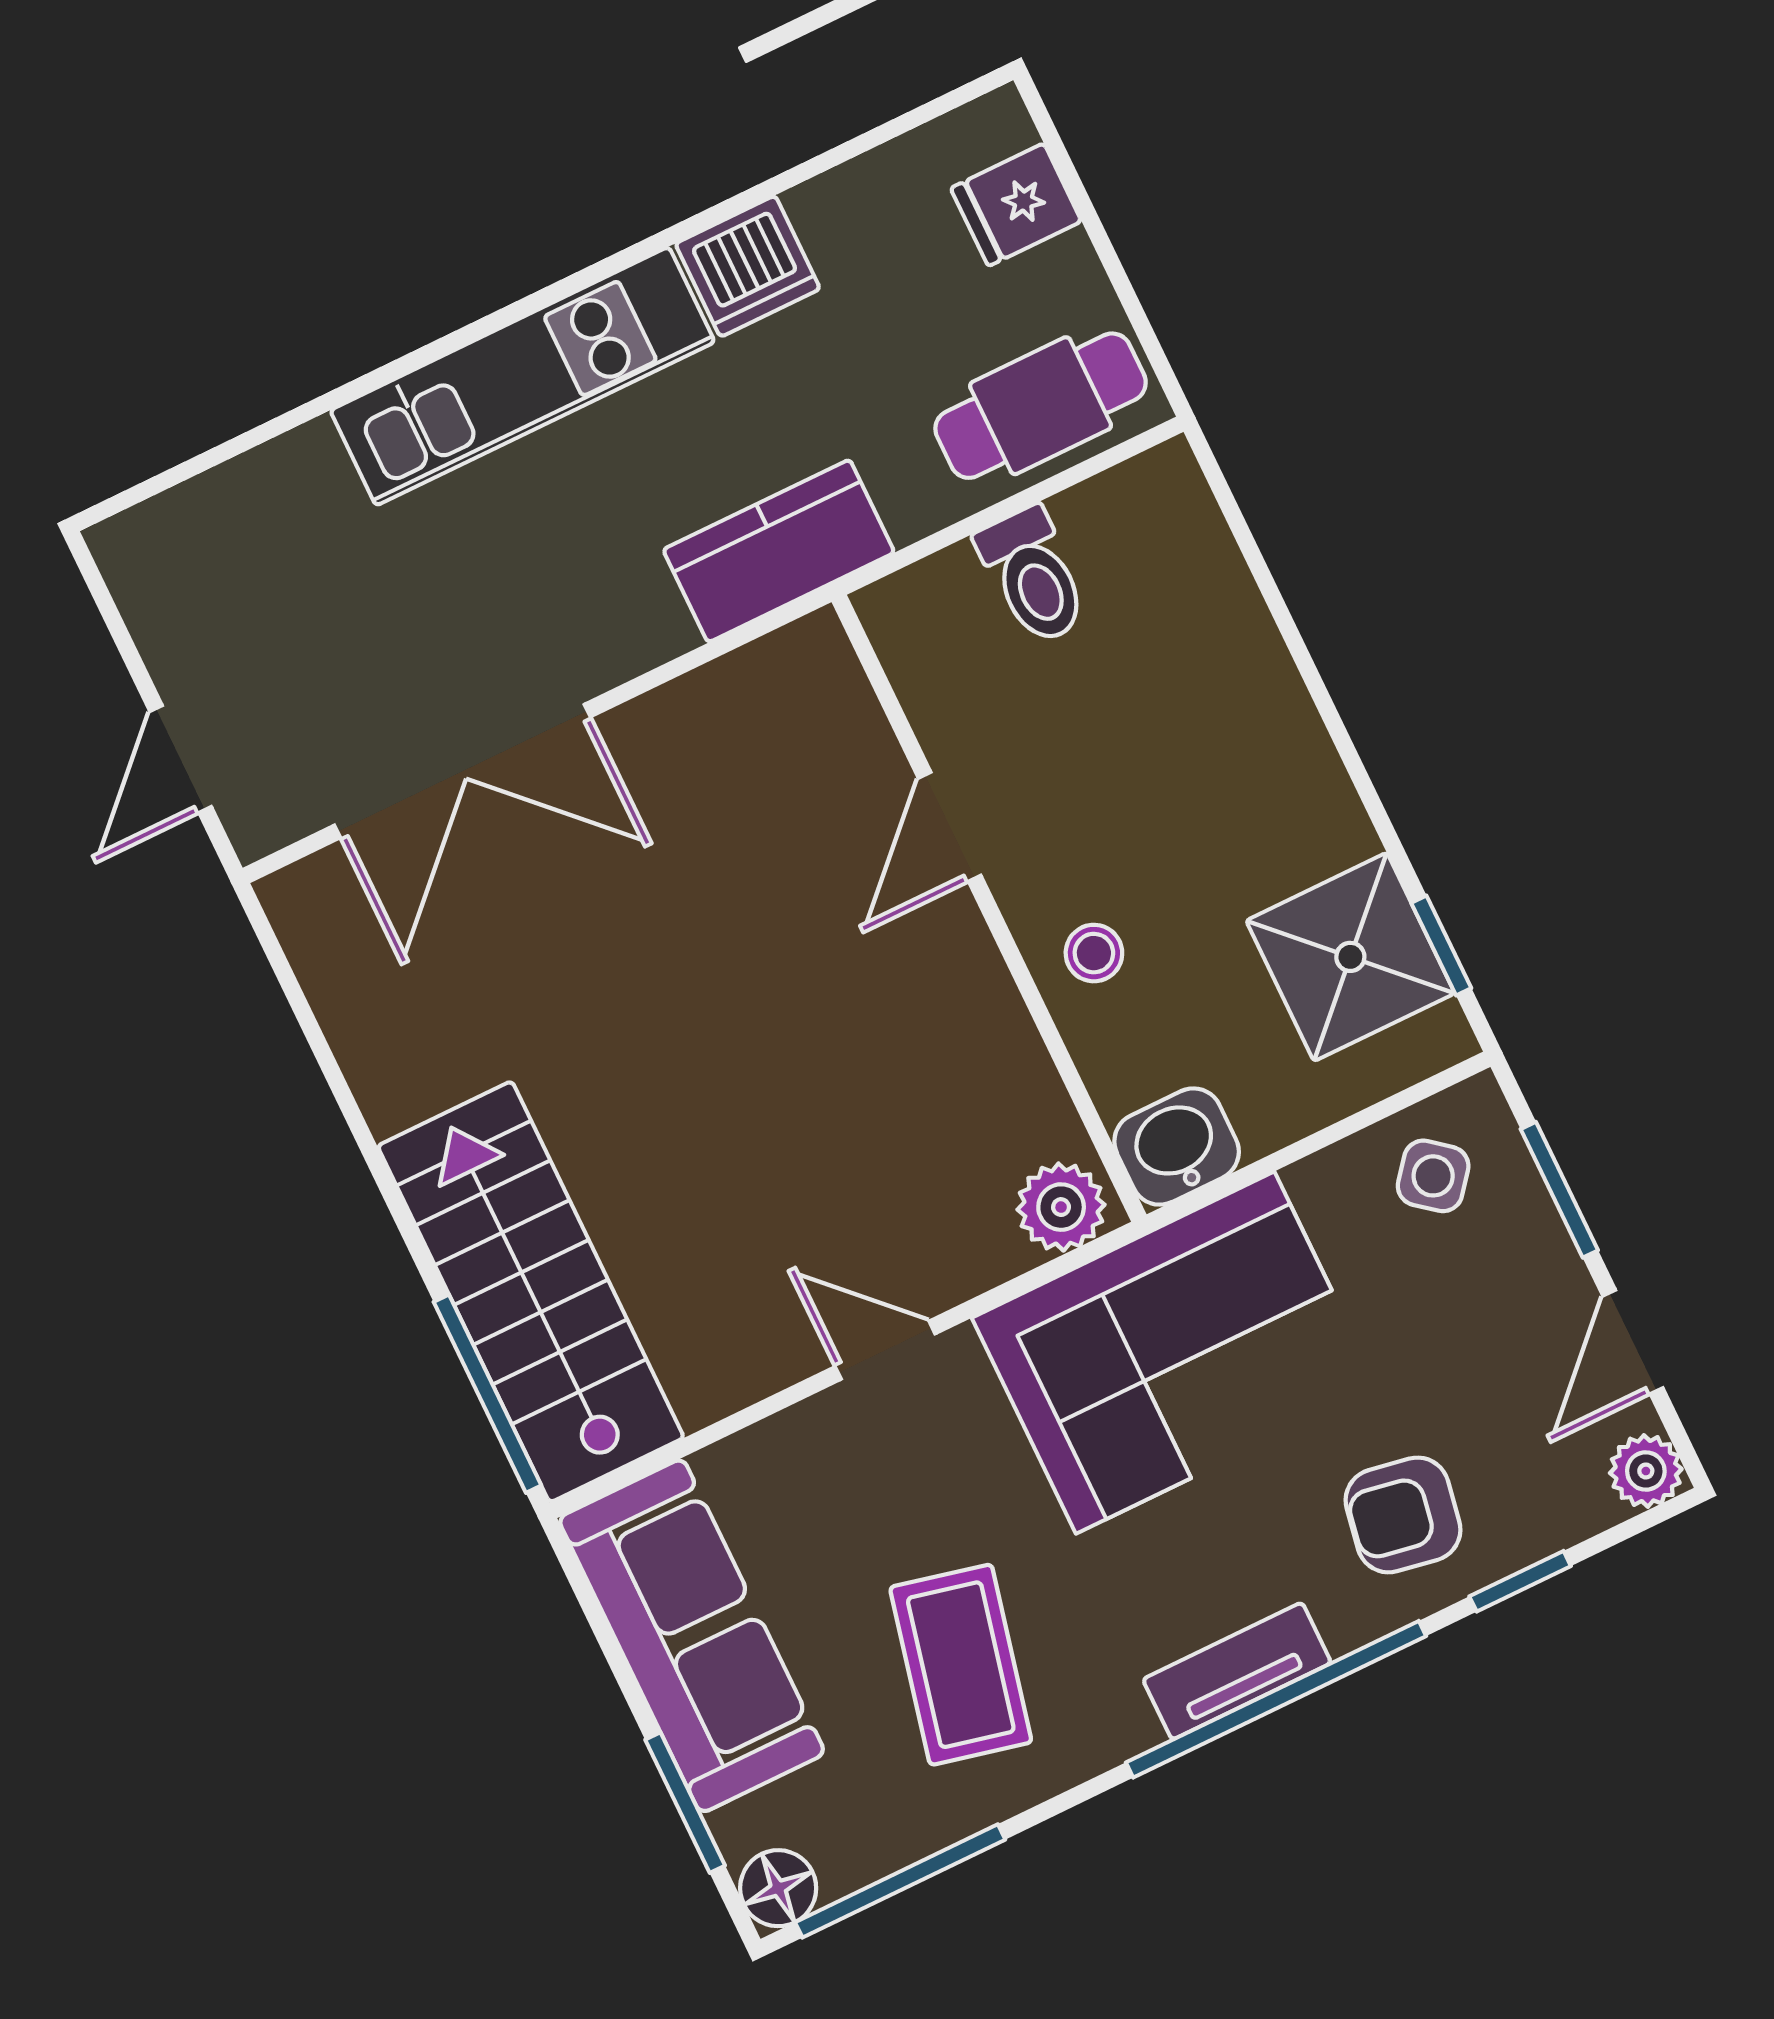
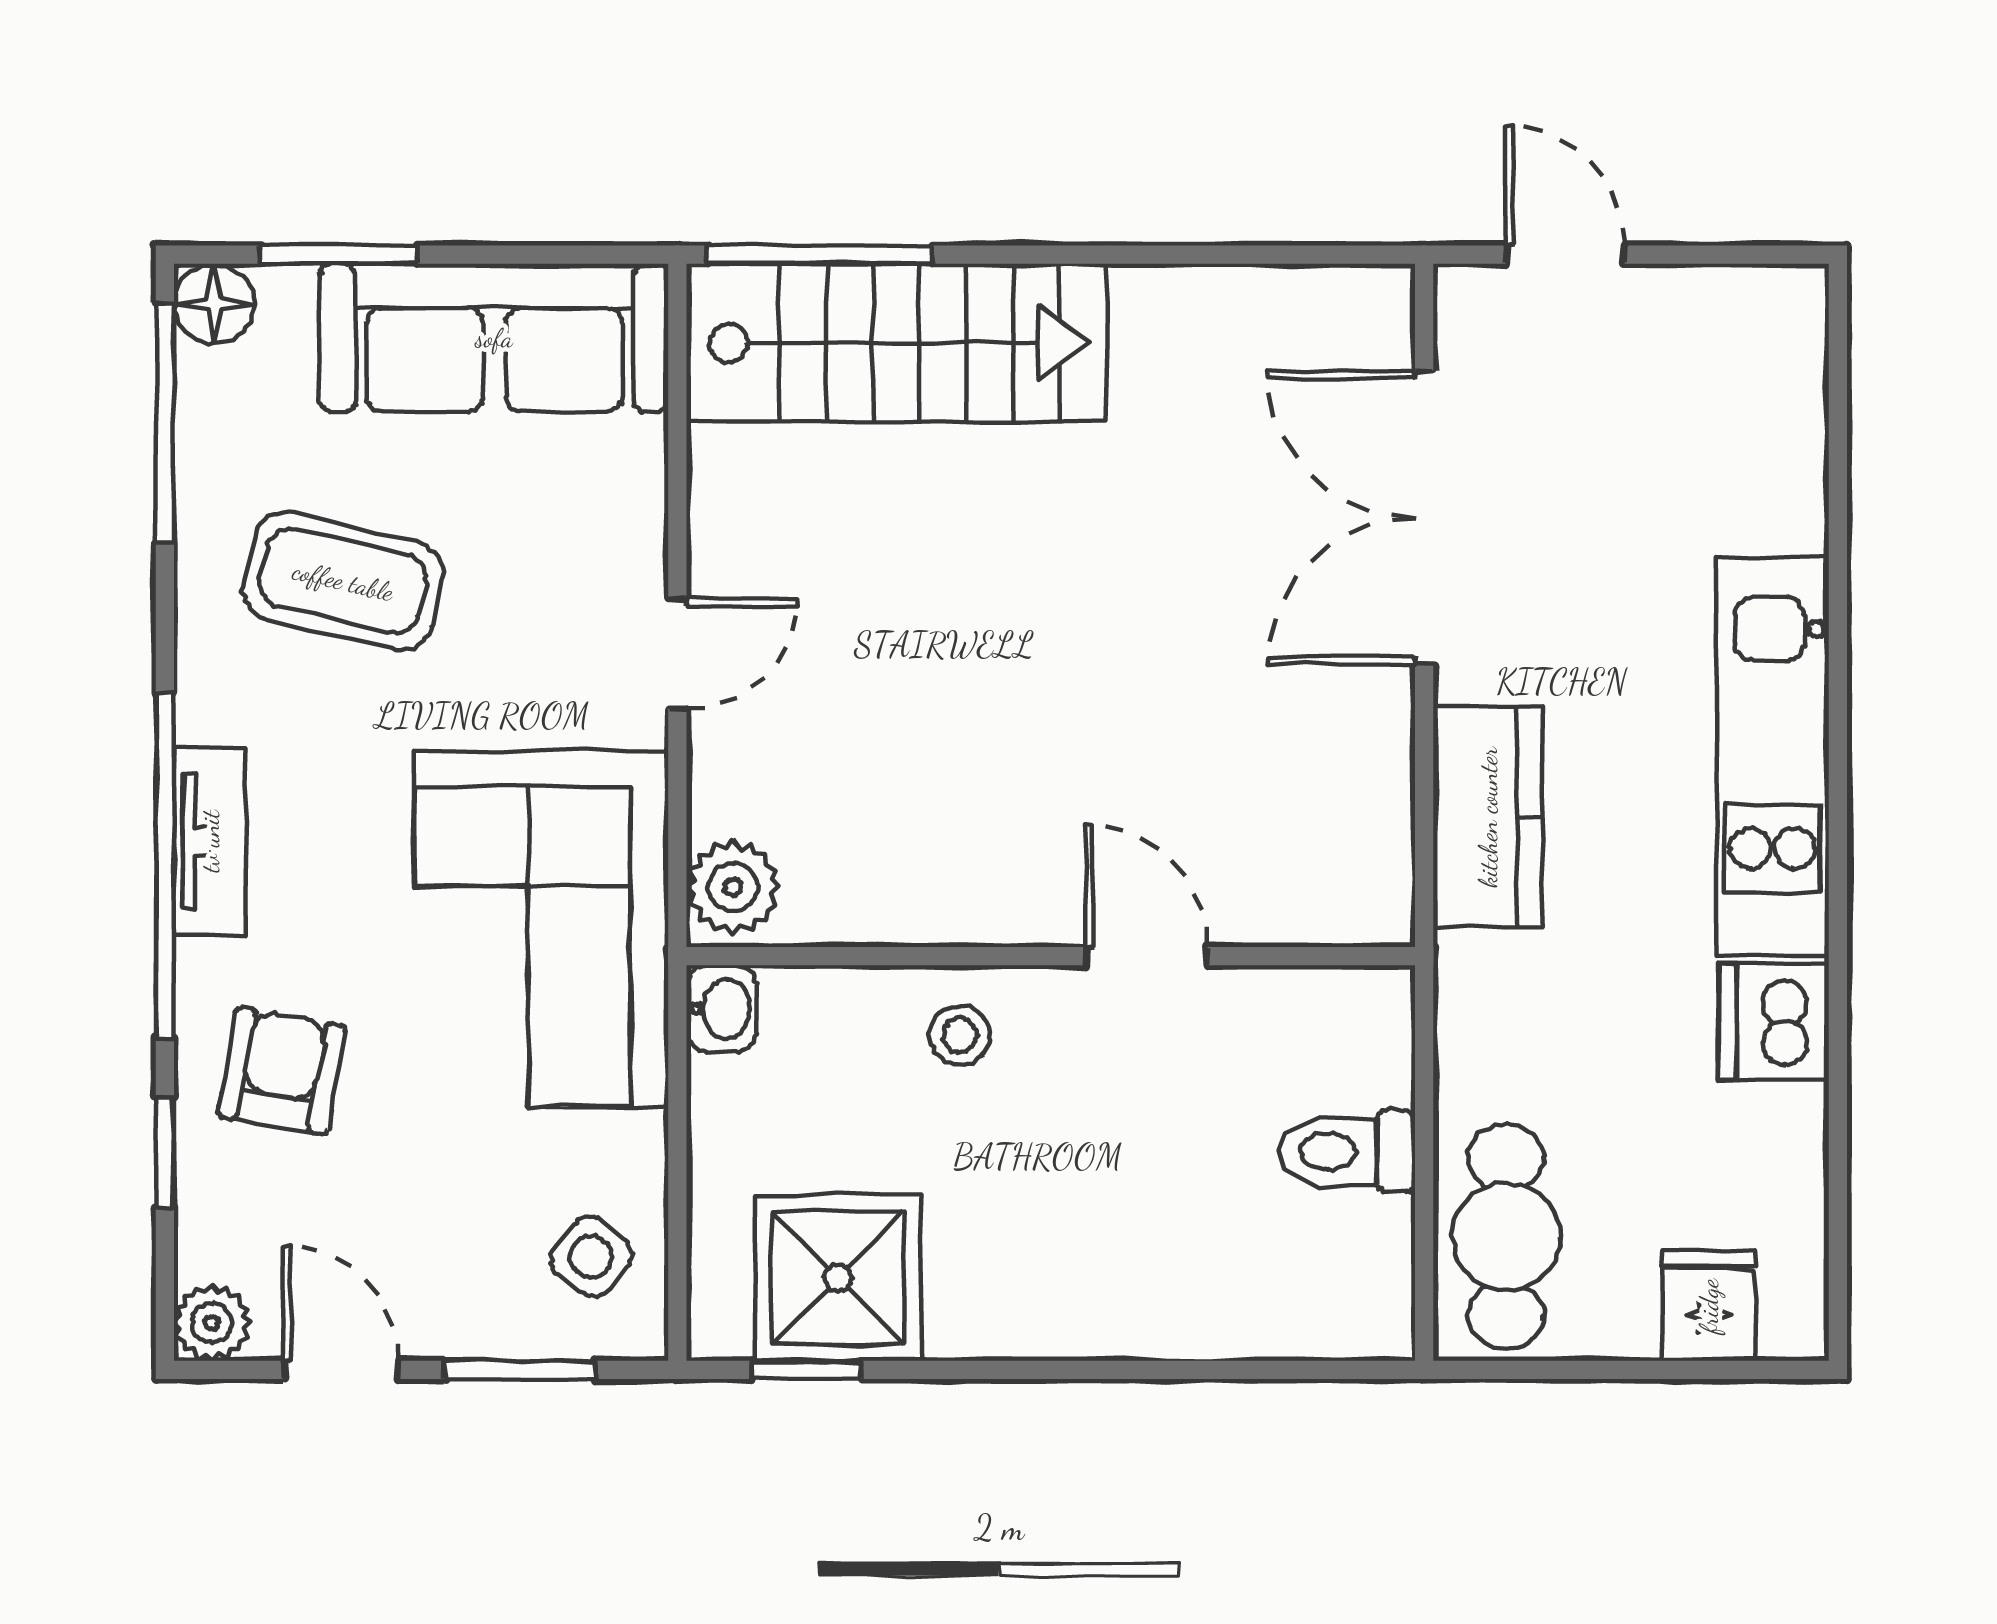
kitchen counter: (779, 551) -> (1488, 817), moved
washbasin: (1177, 1147) -> (722, 1009), width x0.72, depth x0.69

